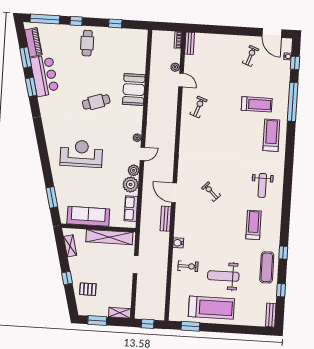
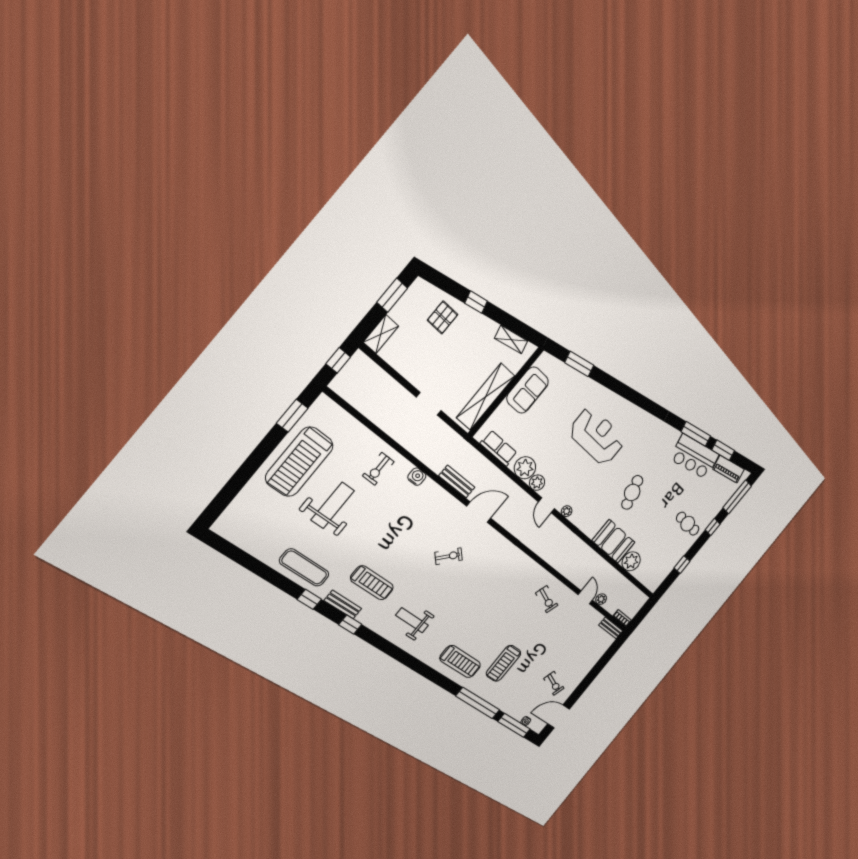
window: (295, 63) -> (514, 725), width x2.17
plant: (138, 66) -> (631, 561), added
door: (181, 80) -> (585, 597), swing flipped
window: (31, 87) -> (696, 434), width x1.44
reception desk: (81, 154) -> (597, 436), turned -90
sofa: (88, 216) -> (528, 390), width x0.73
window: (281, 290) -> (350, 625), moved
bench: (271, 315) -> (343, 605), moved

